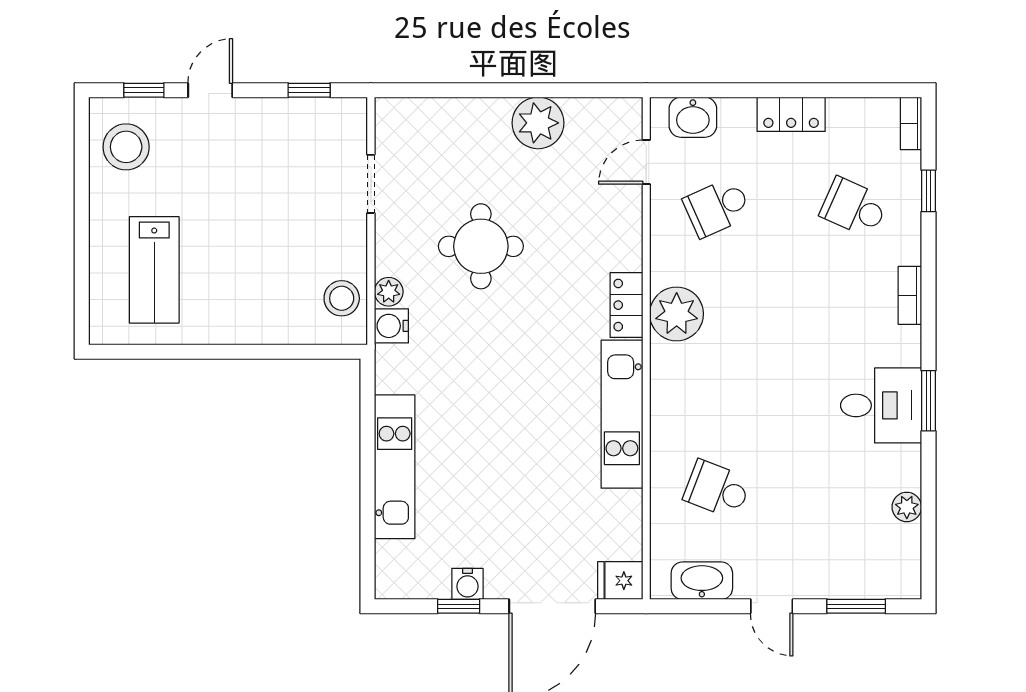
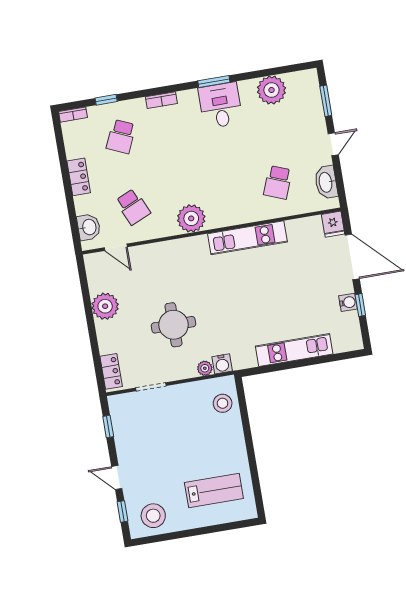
stool: (342, 298) -> (223, 403), moved
locker: (626, 305) -> (111, 371), moved, turned -90
plant: (907, 507) -> (271, 90), width x1.88, depth x1.88

